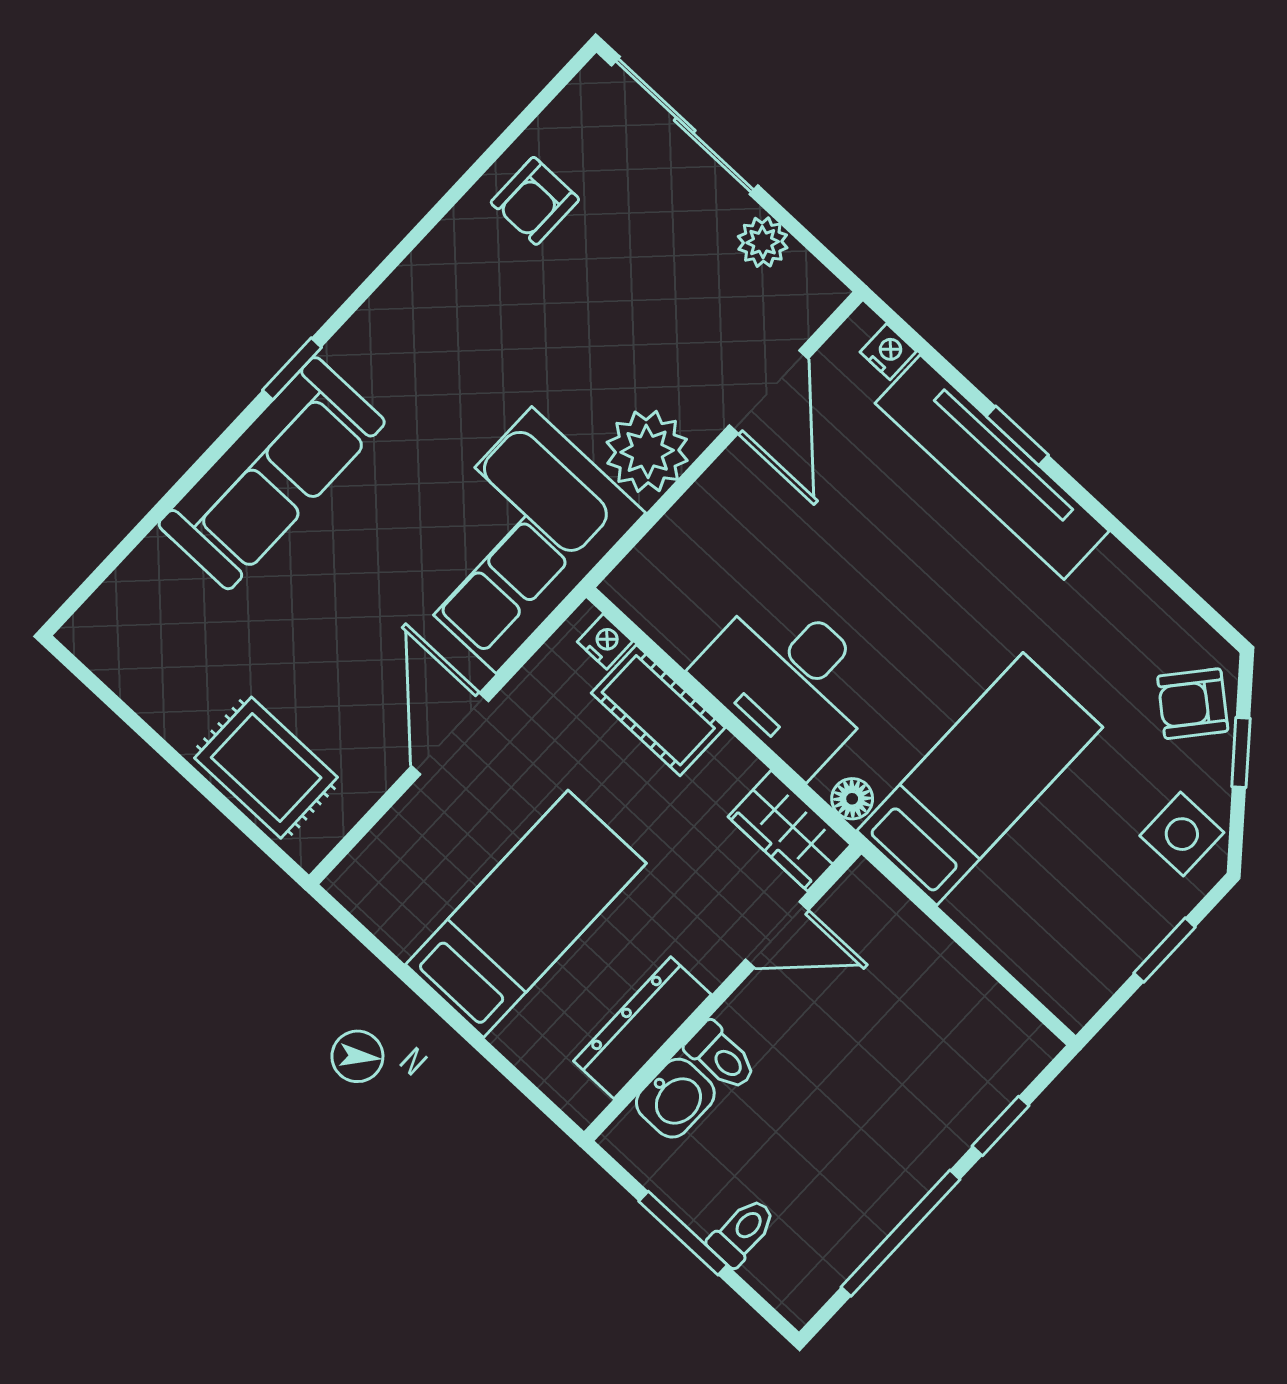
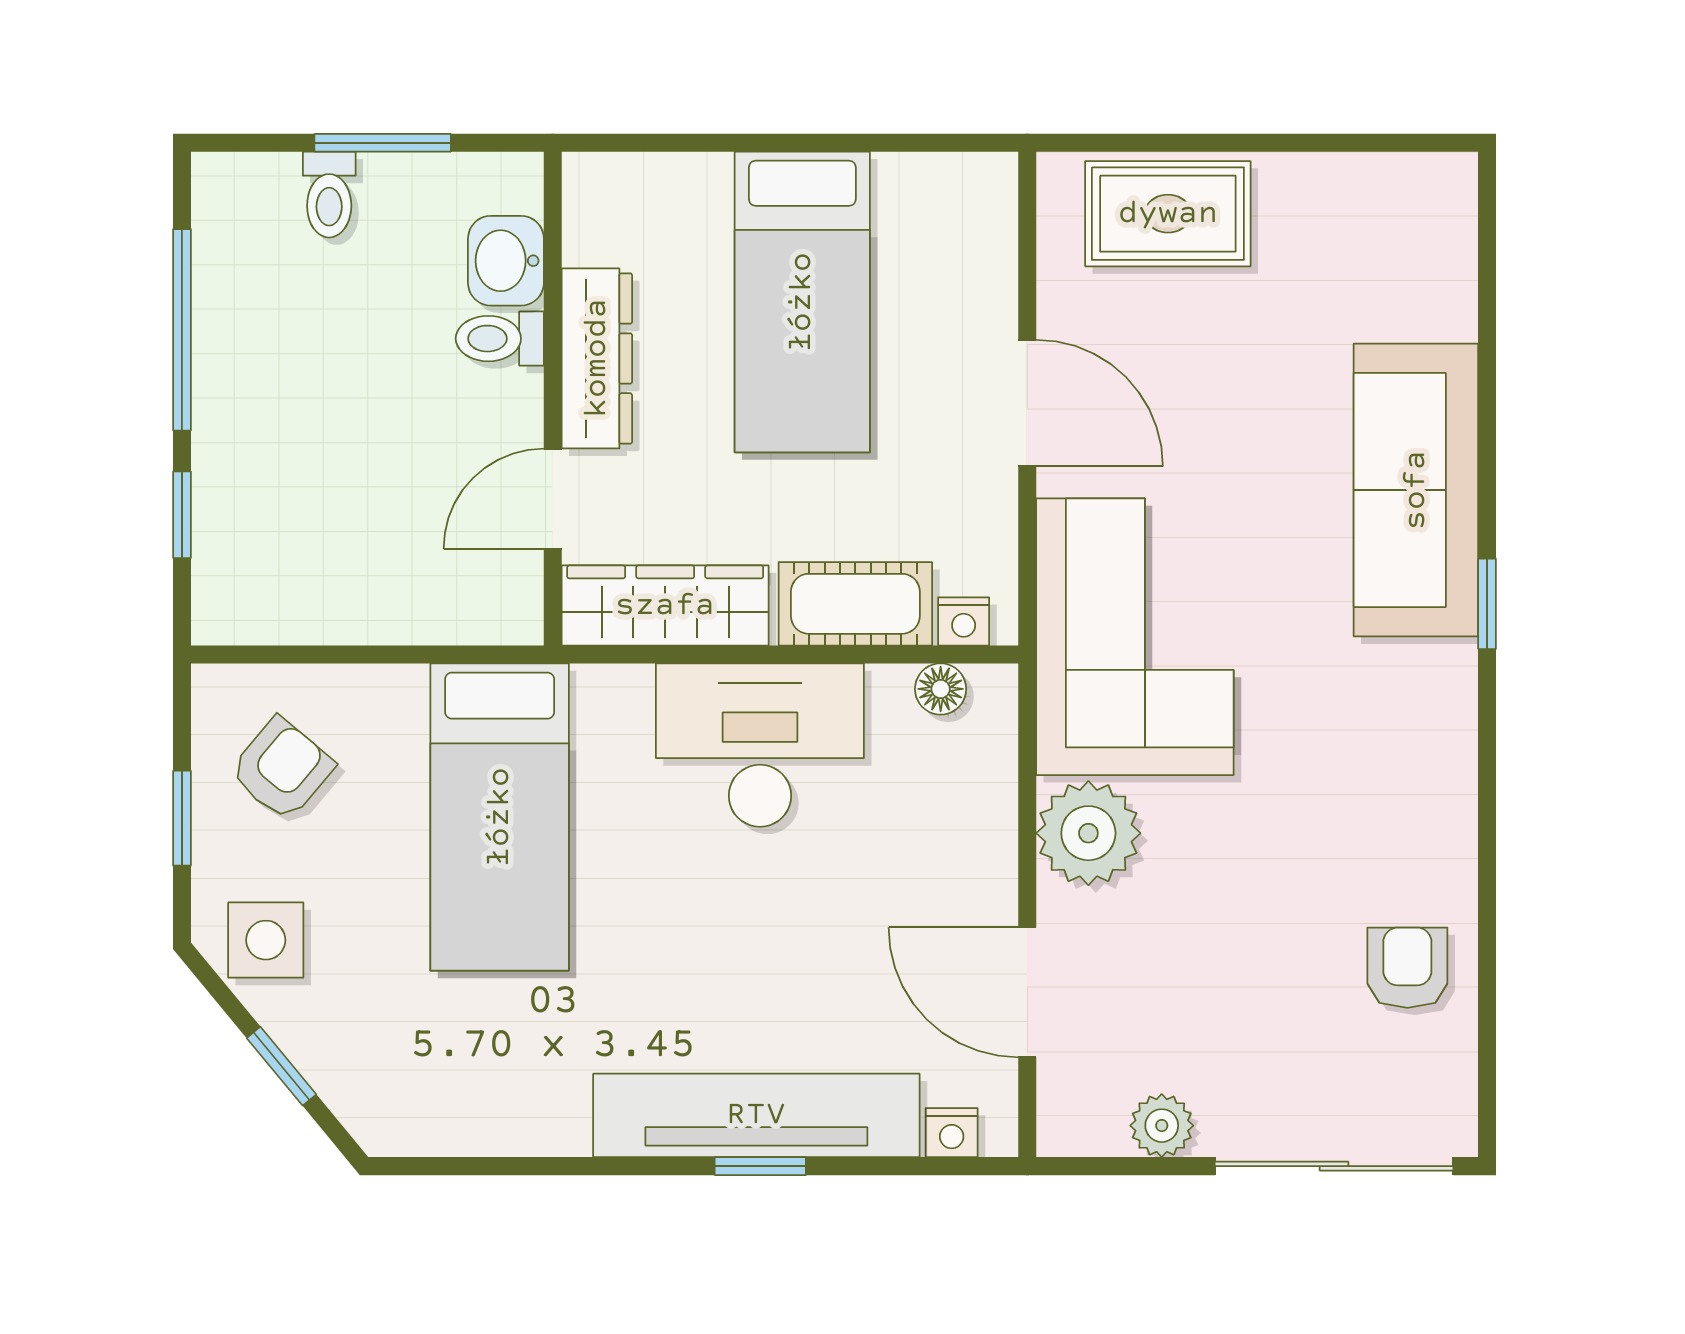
armchair: (1193, 704) -> (282, 769), moved
floor lamp: (852, 799) -> (941, 689), moved
wardrobe: (789, 831) -> (665, 606), width x1.50
dresser: (642, 1028) -> (597, 358), moved

